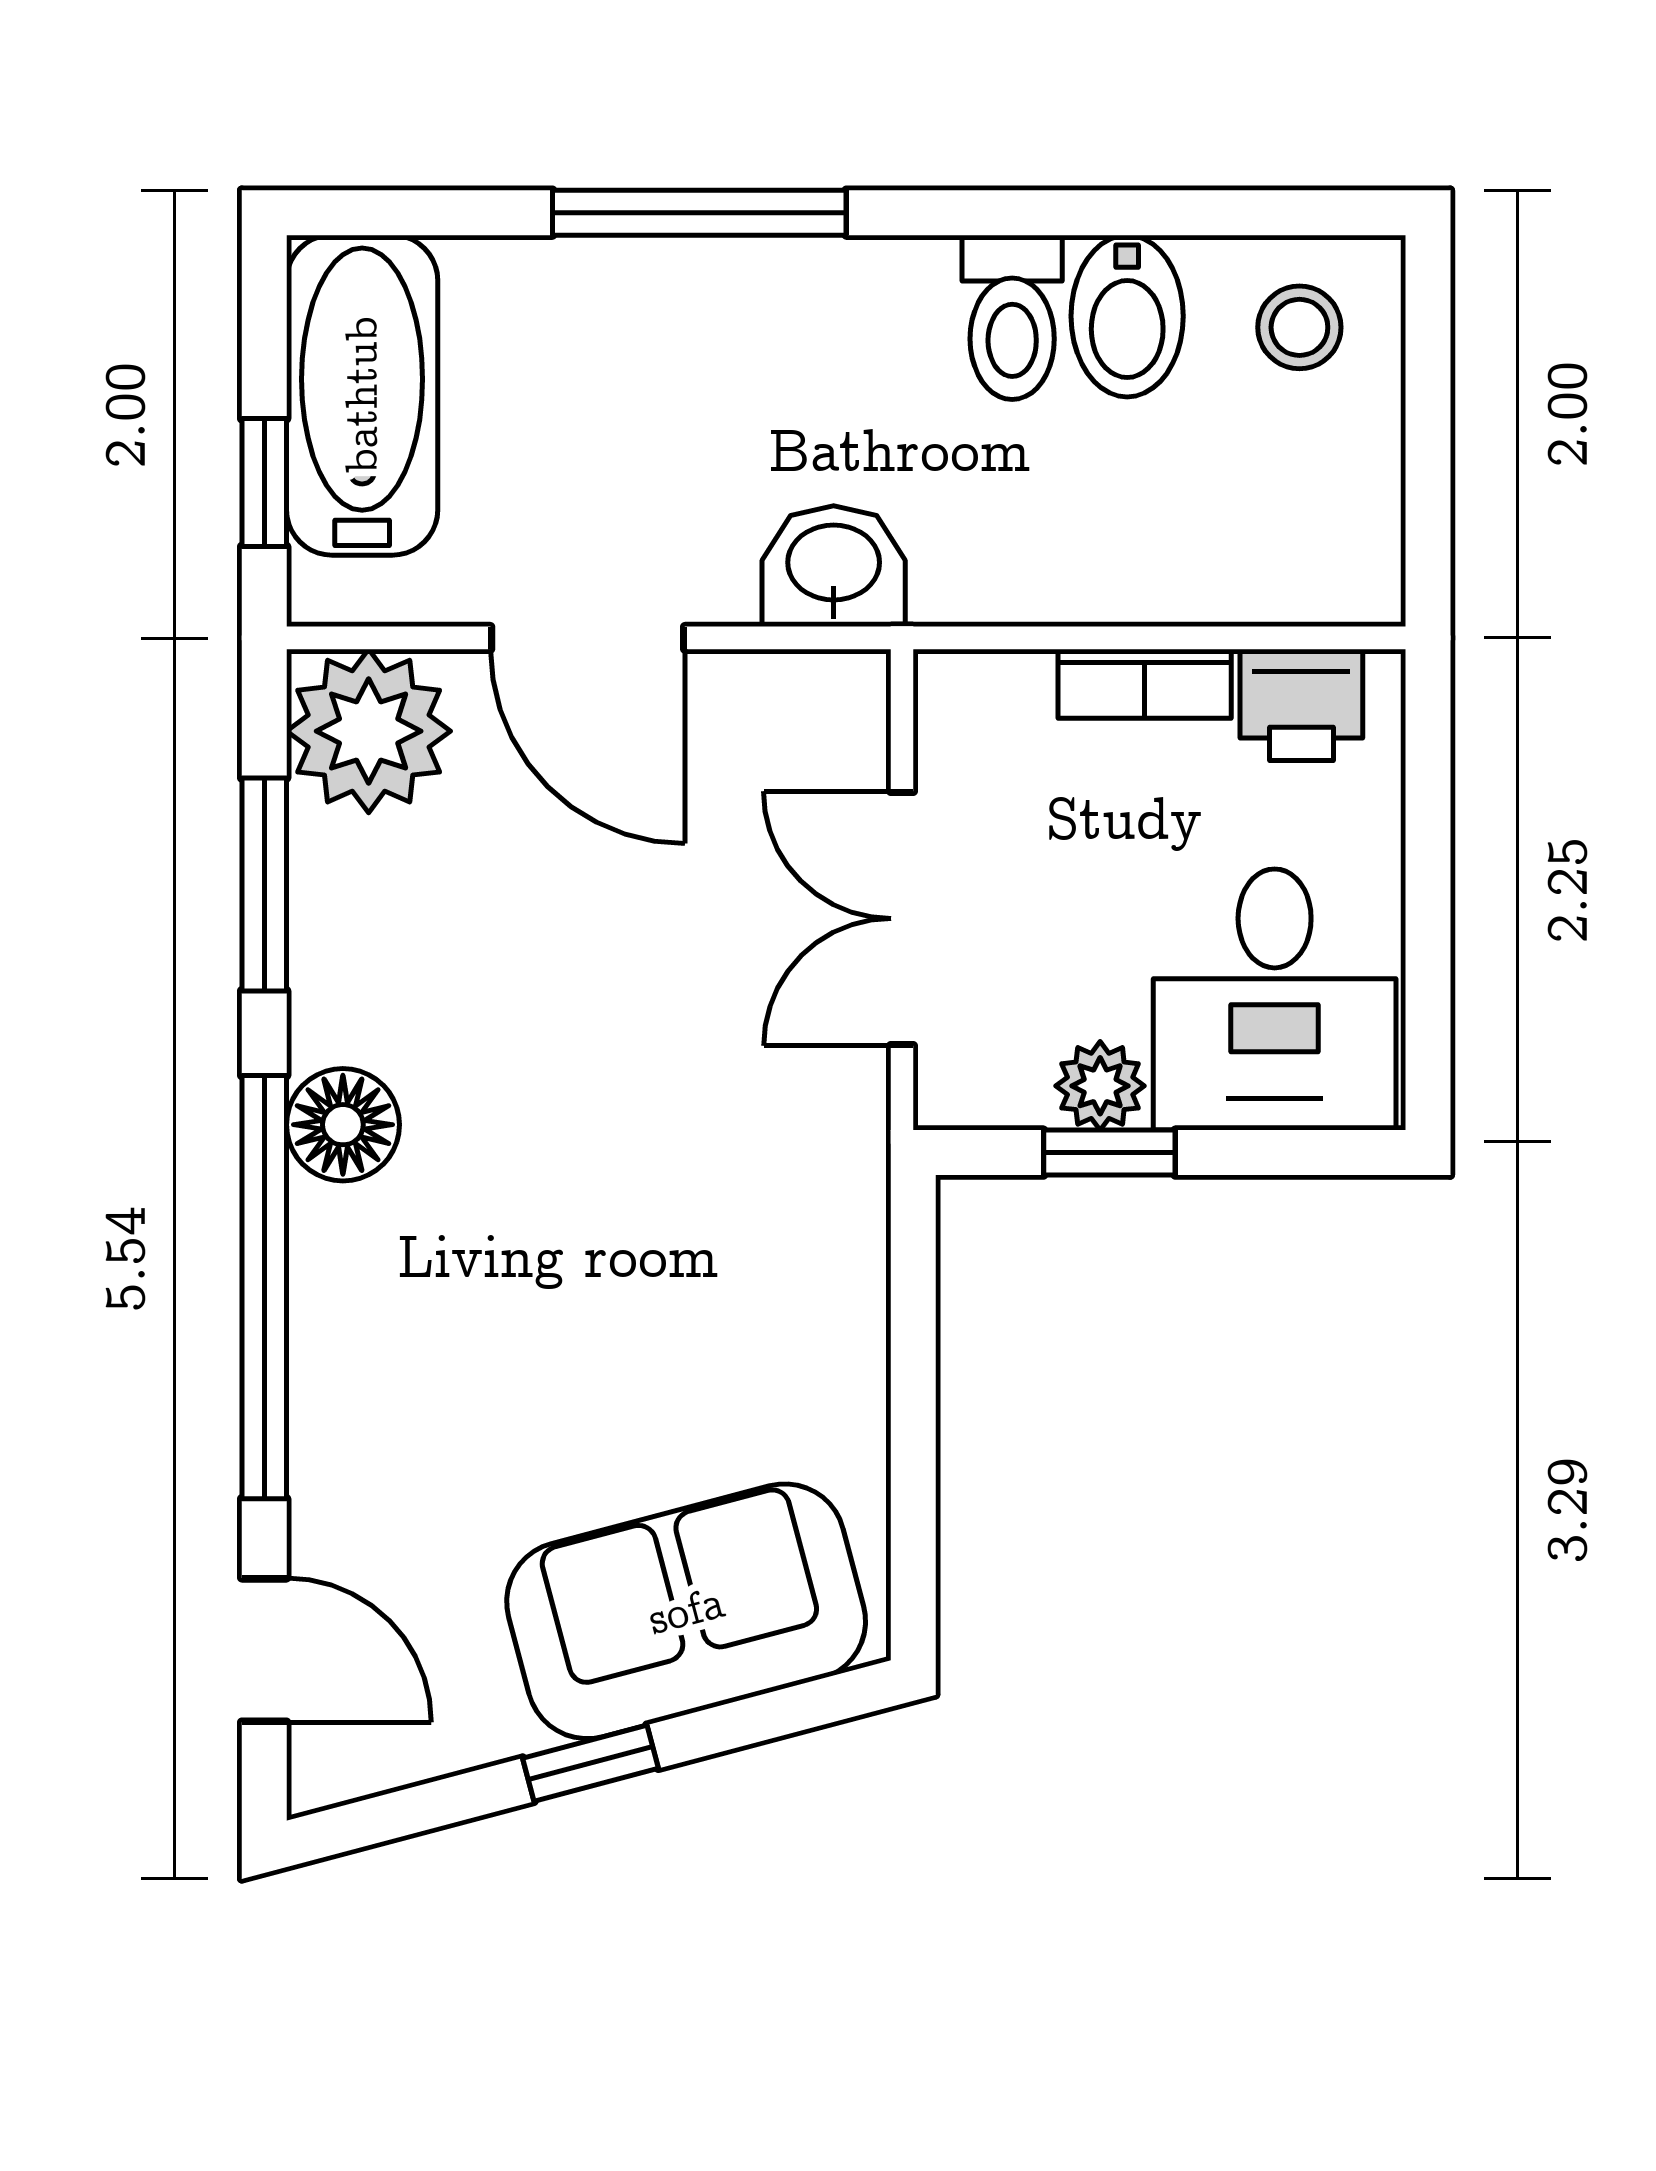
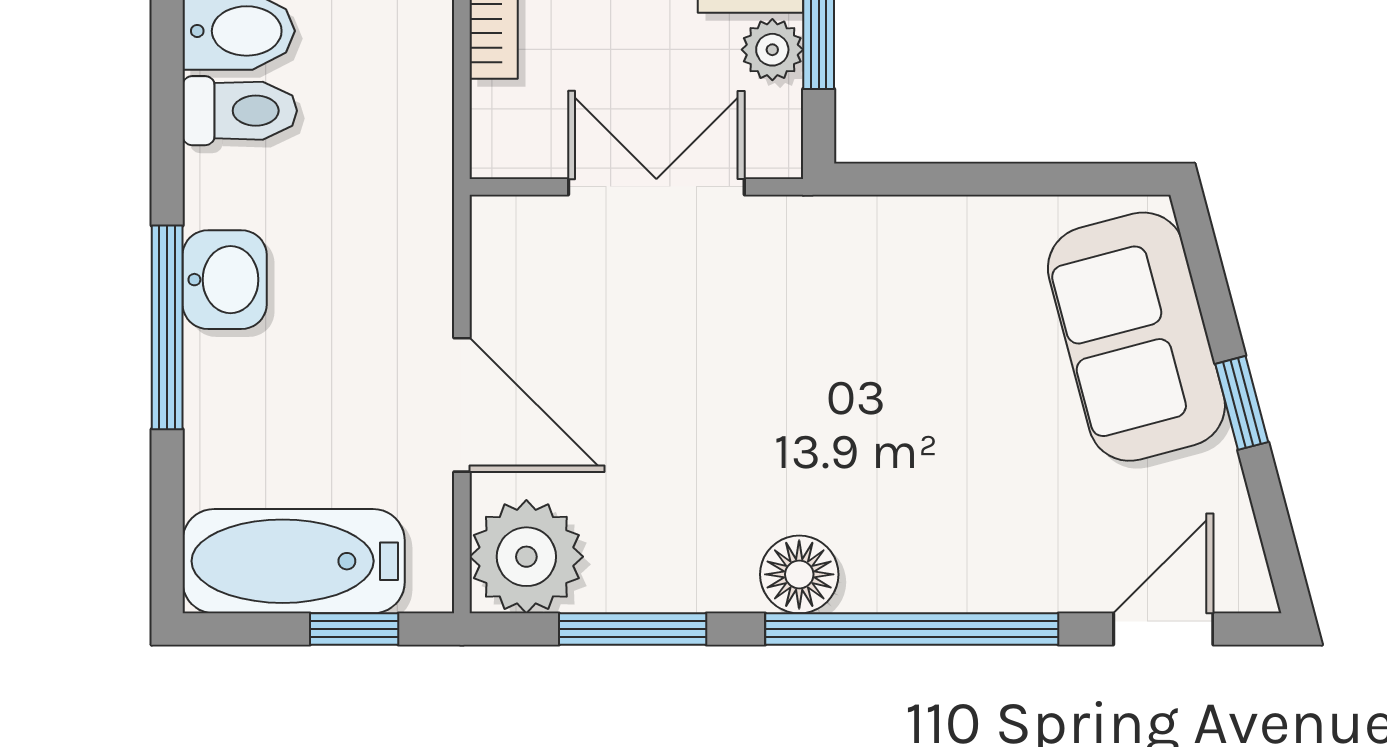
washbasin: (834, 566) -> (225, 280), moved, turned 180
door: (588, 638) -> (462, 405), hinge flipped
double door: (902, 919) -> (656, 187), swing flipped

